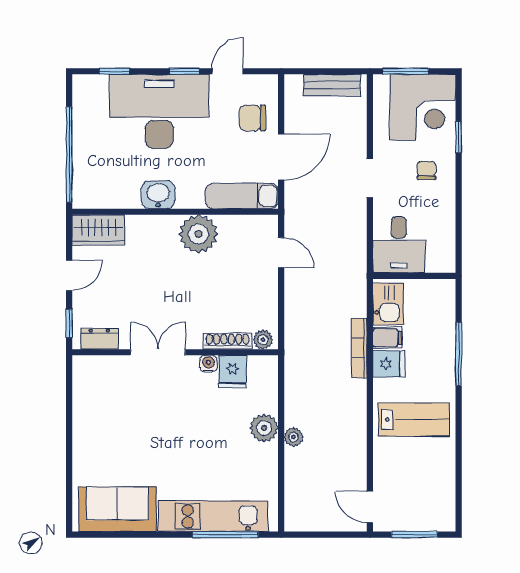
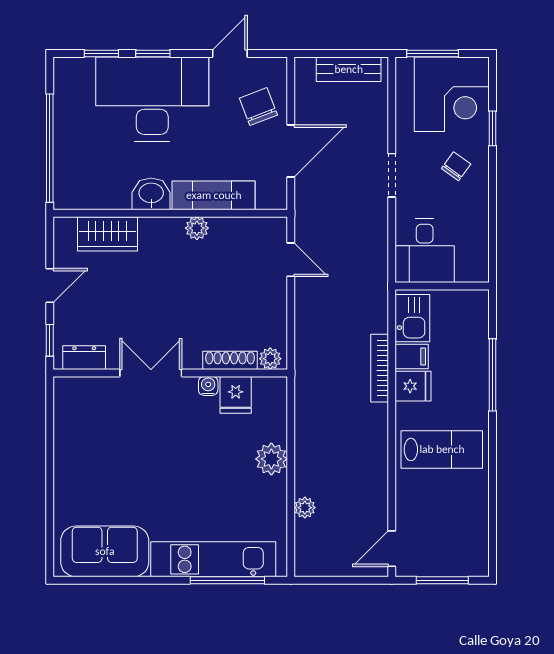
window: (184, 71) -> (153, 53), moved
chair: (253, 118) -> (258, 107), turned 69
chair: (426, 170) -> (456, 166), turned 36
exam couch: (242, 196) -> (214, 195), moved
wardrobe: (98, 230) -> (107, 234), moved
plant: (198, 234) -> (197, 228), width x0.53, depth x0.53
plant: (293, 437) -> (305, 508), moved
door: (370, 507) -> (392, 549), hinge flipped

